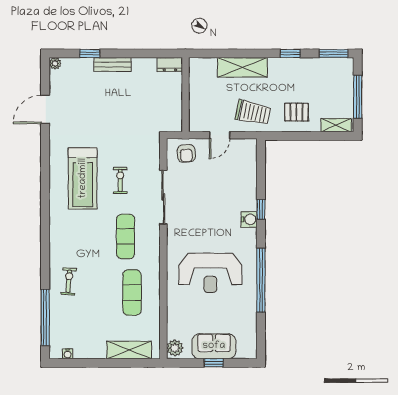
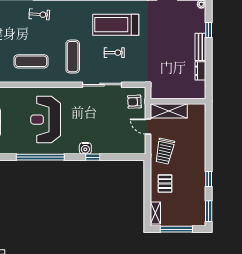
dresser: (170, 64) -> (200, 71), moved
shelving: (242, 67) -> (169, 111), moved, turned 90
exercise mat: (126, 236) -> (73, 57), turned 90

